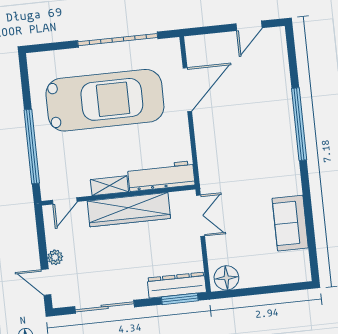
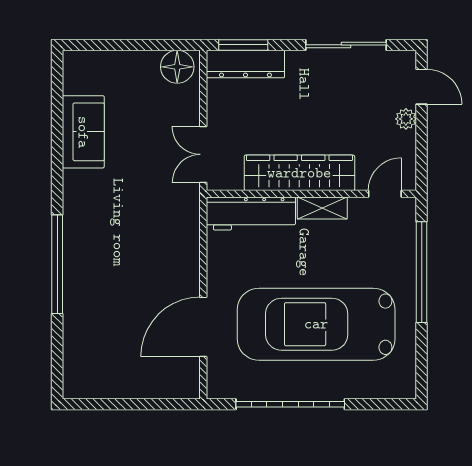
door: (249, 26) -> (111, 404), removed

